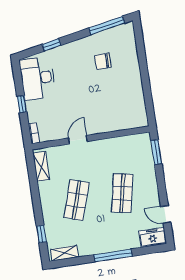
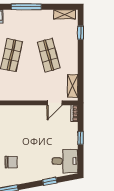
desk: (37, 78) -> (65, 161), width x0.73
door: (78, 140) -> (54, 103), moved
shop shelf: (77, 200) -> (49, 55), turned -33

